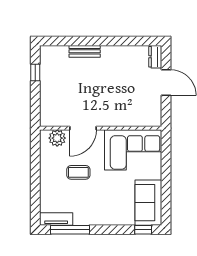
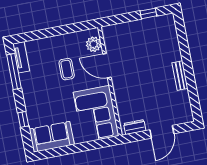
bench: (85, 51) -> (180, 76), moved
dresser: (155, 57) -> (135, 127), moved
window: (143, 230) -> (23, 119), moved

